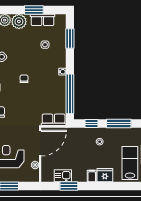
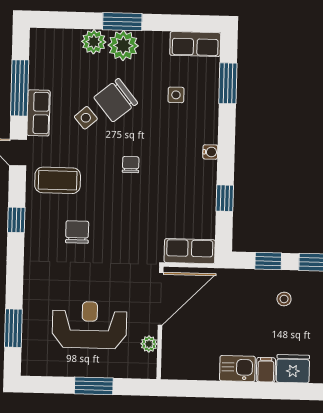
window: (34, 10) -> (122, 22), moved
row of seats: (43, 20) -> (195, 44), moved
chair: (16, 48) -> (116, 100), added
window: (70, 94) -> (225, 198), width x0.32
kitchen sink: (63, 176) -> (237, 369), moved
window: (69, 186) -> (218, 389), removed

